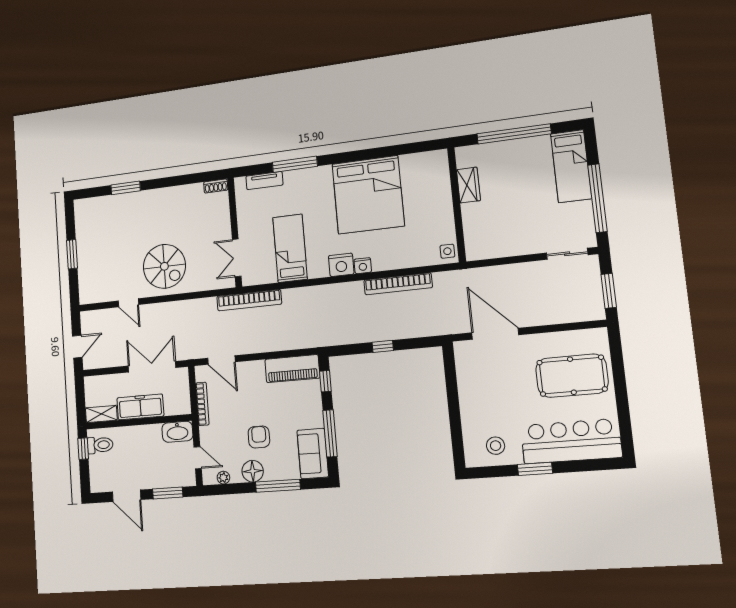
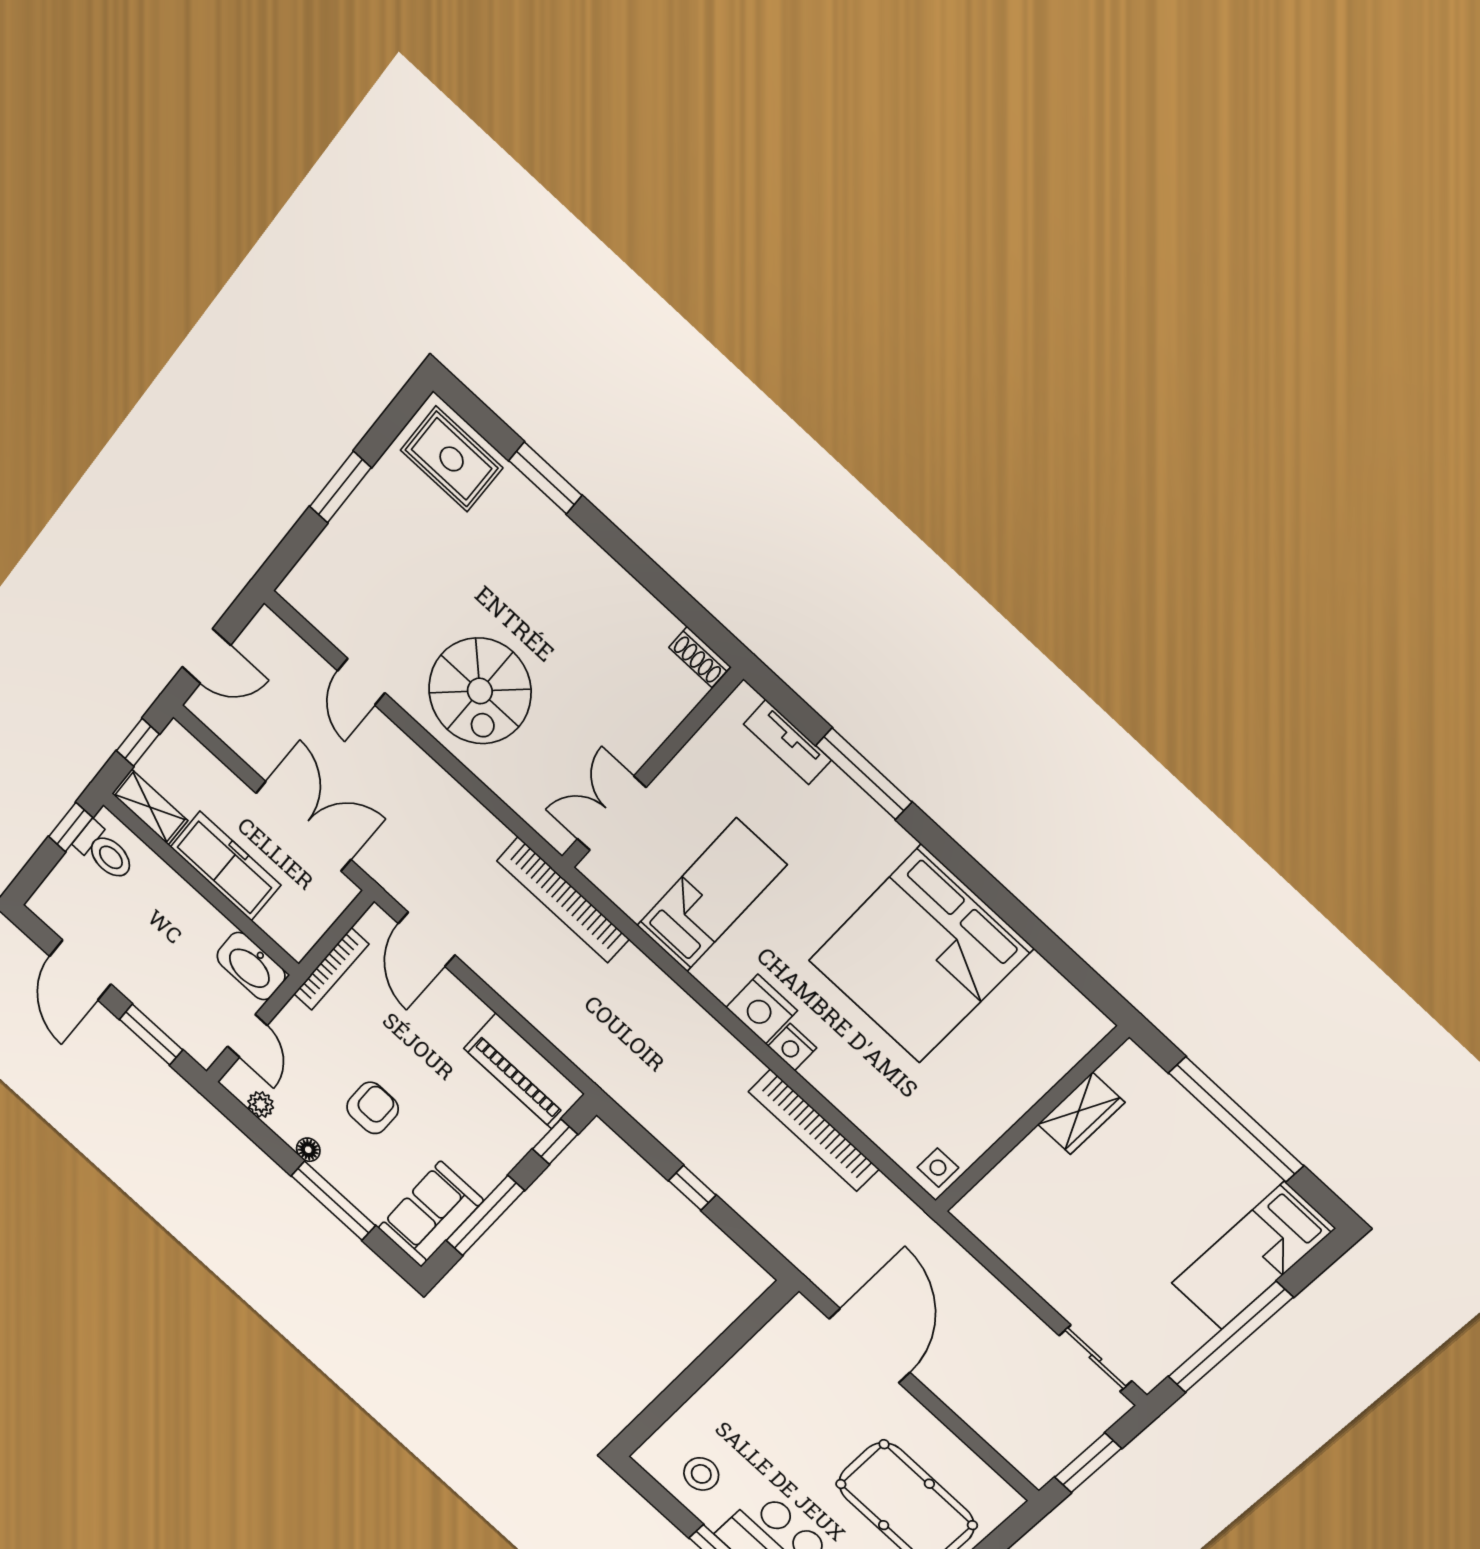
rug: (95, 212) -> (452, 459), added
window: (80, 397) -> (138, 742), added
floor lamp: (253, 471) -> (308, 1150), width x0.53, depth x0.53

